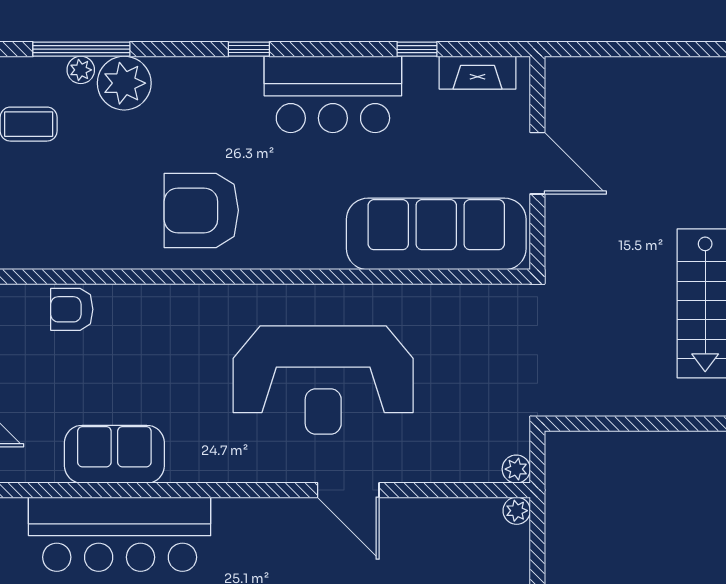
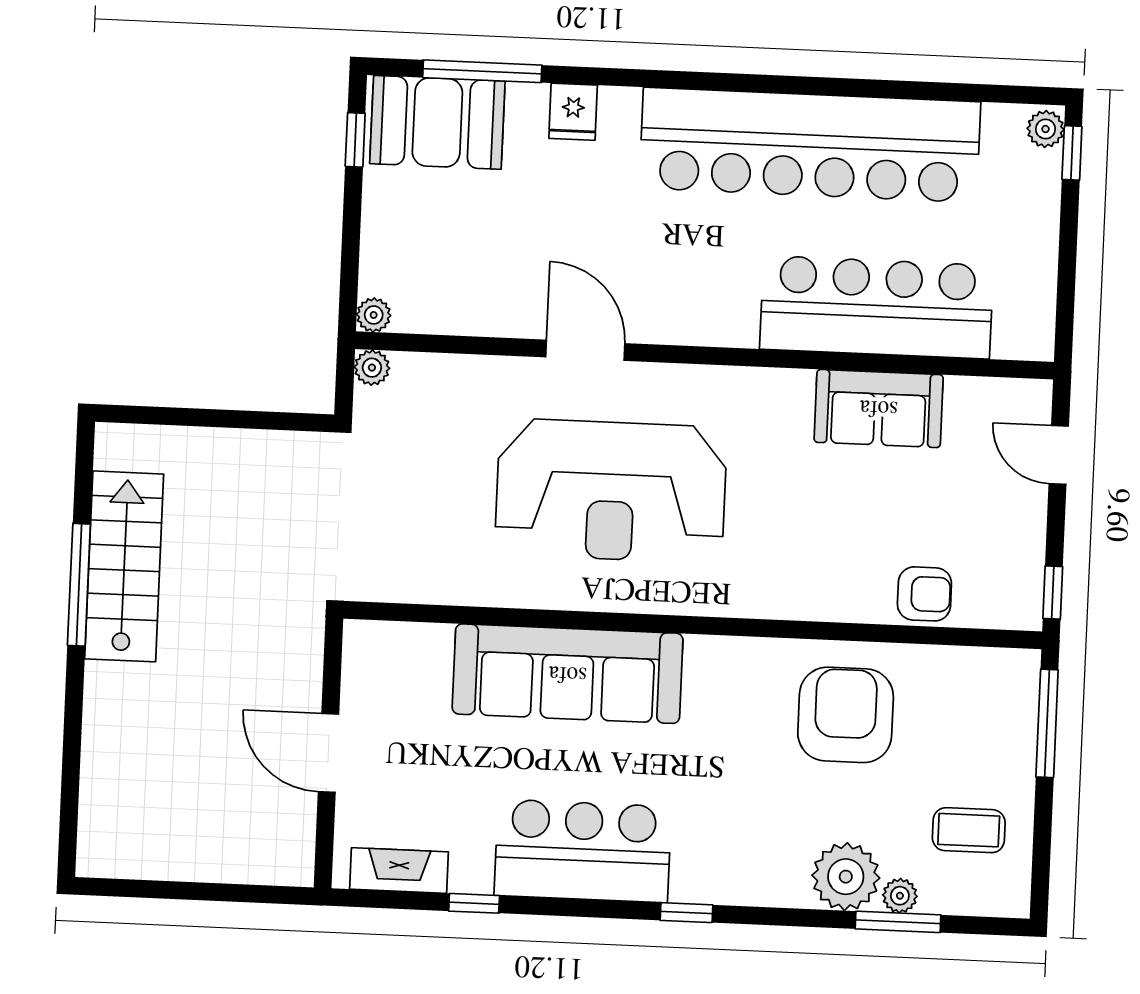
window: (81, 49) -> (898, 922), width x0.69
armchair: (201, 210) -> (846, 715), moved, turned -90
sofa: (436, 234) -> (568, 674), moved
reception desk: (323, 380) -> (611, 491), turned 180

